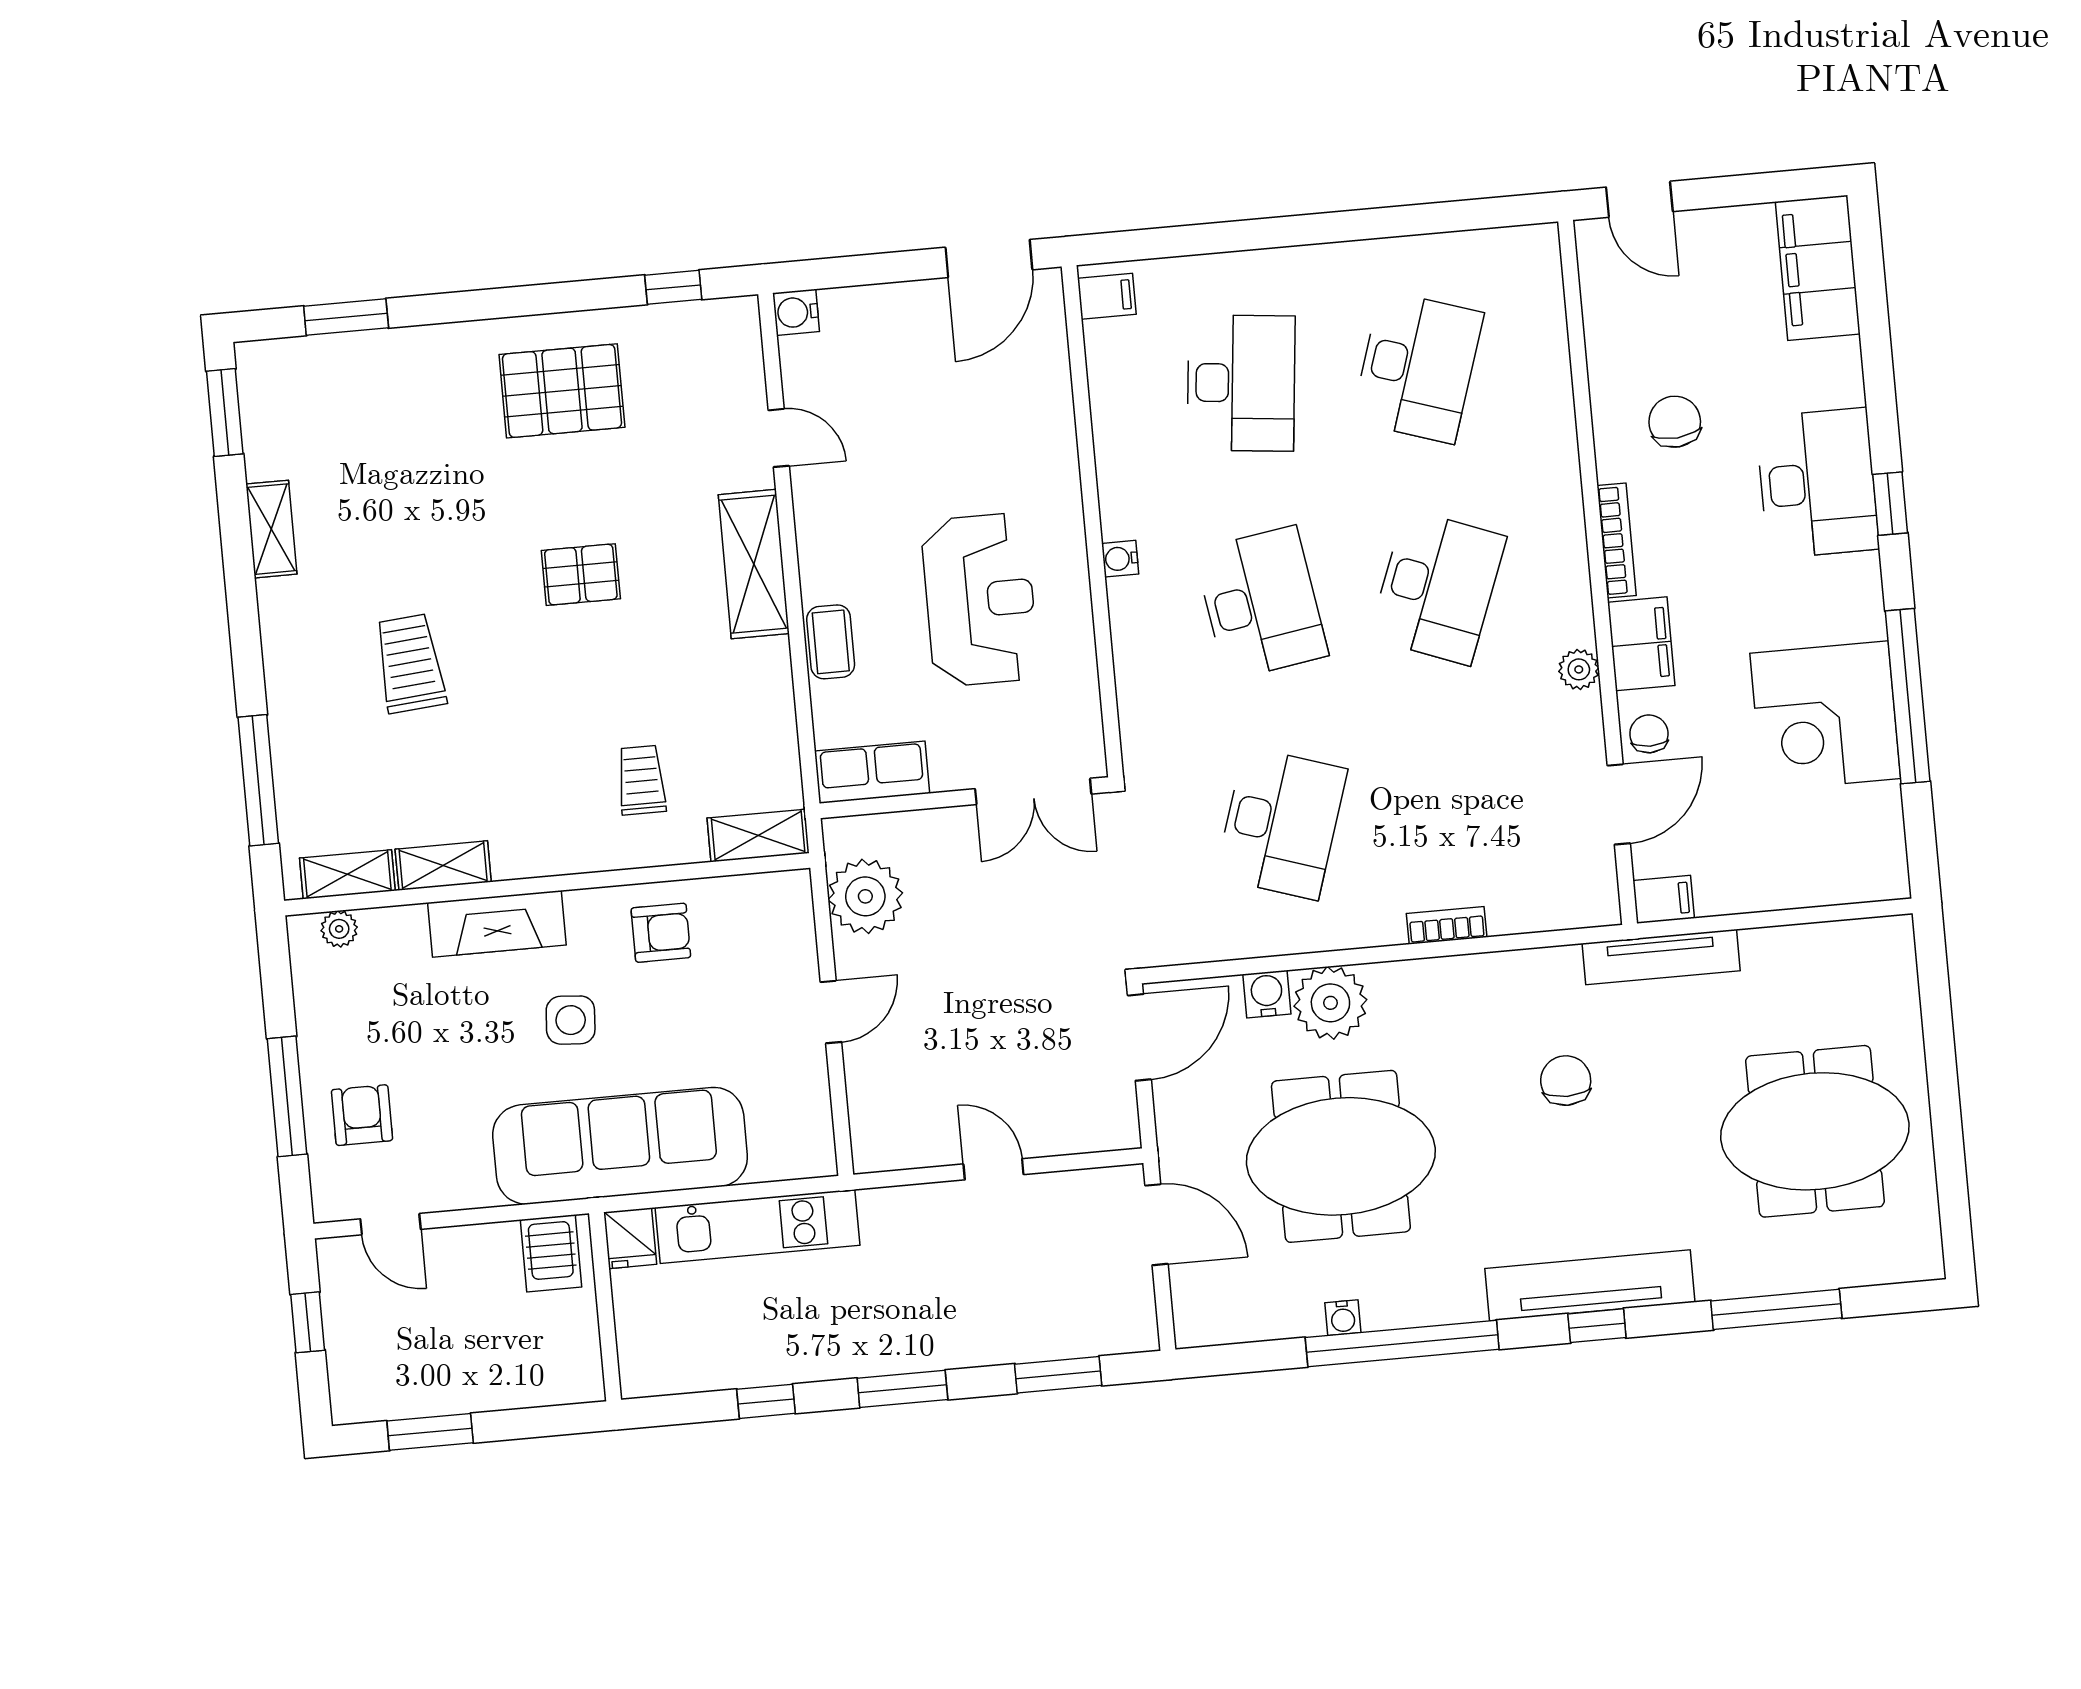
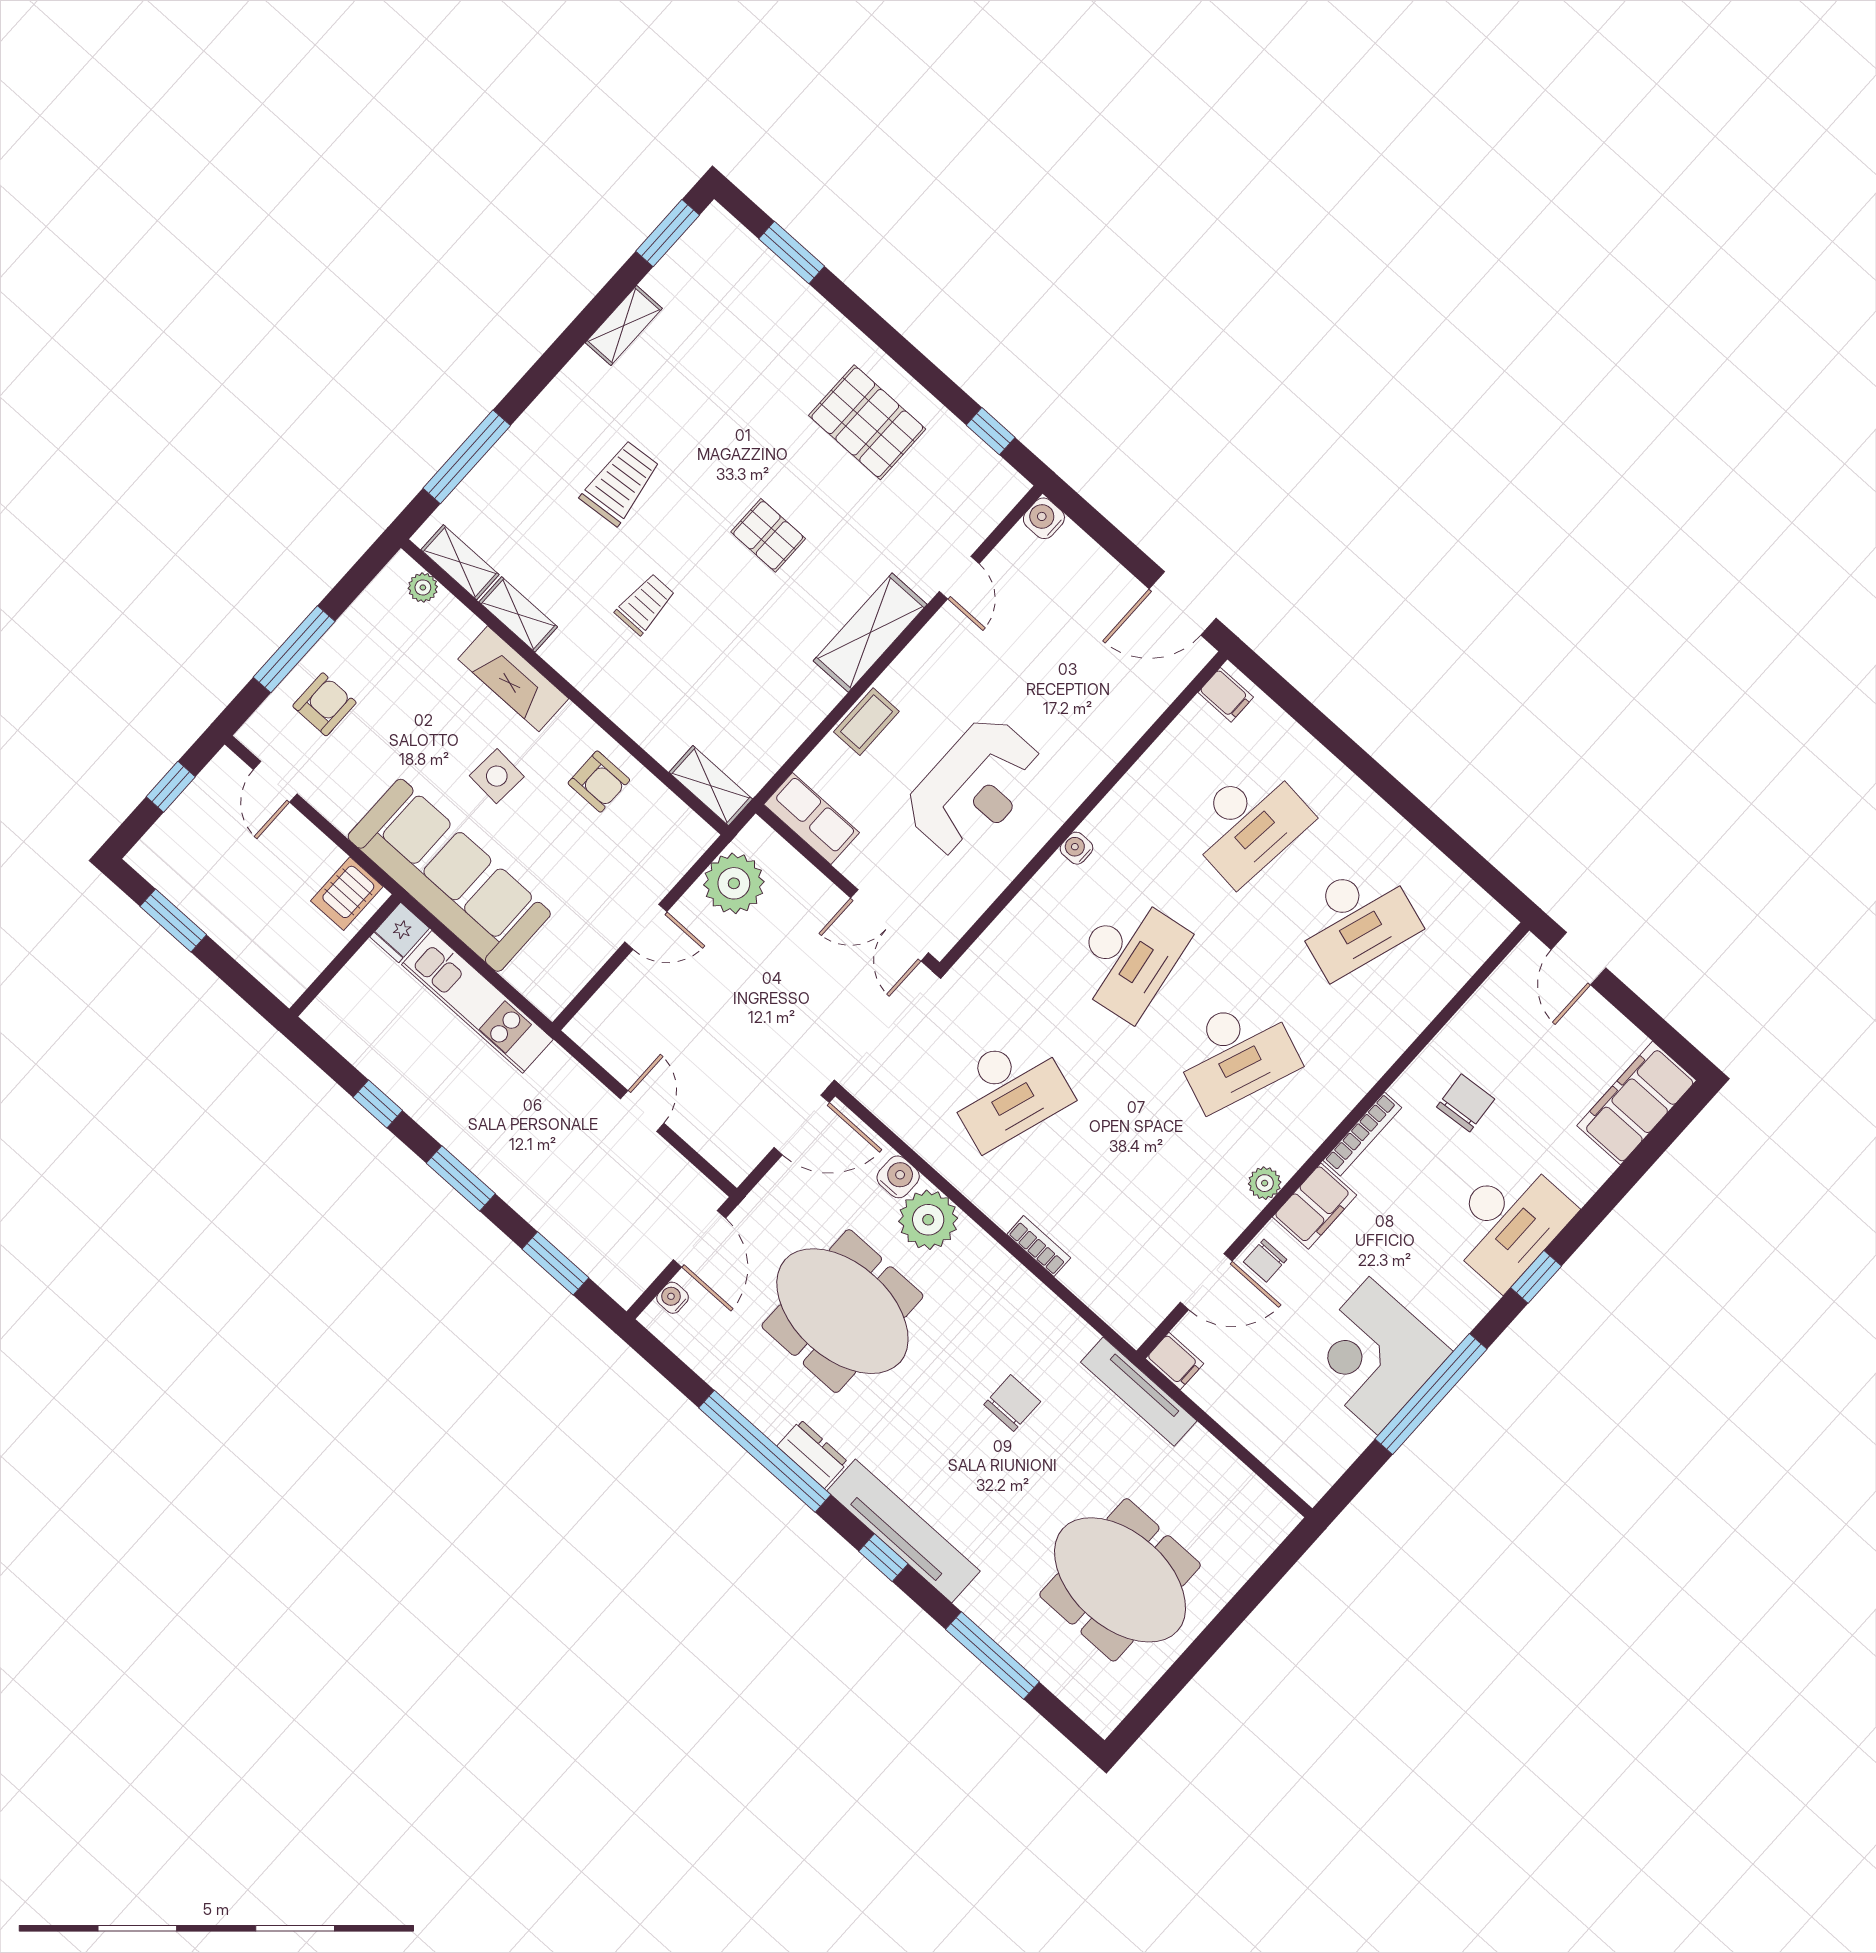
chair: (1649, 734) -> (1265, 1261), turned 180
trolley: (641, 780) -> (645, 604), moved
dresser: (1445, 1303) -> (813, 1454), added
water cooler: (1343, 1318) -> (673, 1298), moved, turned 90

